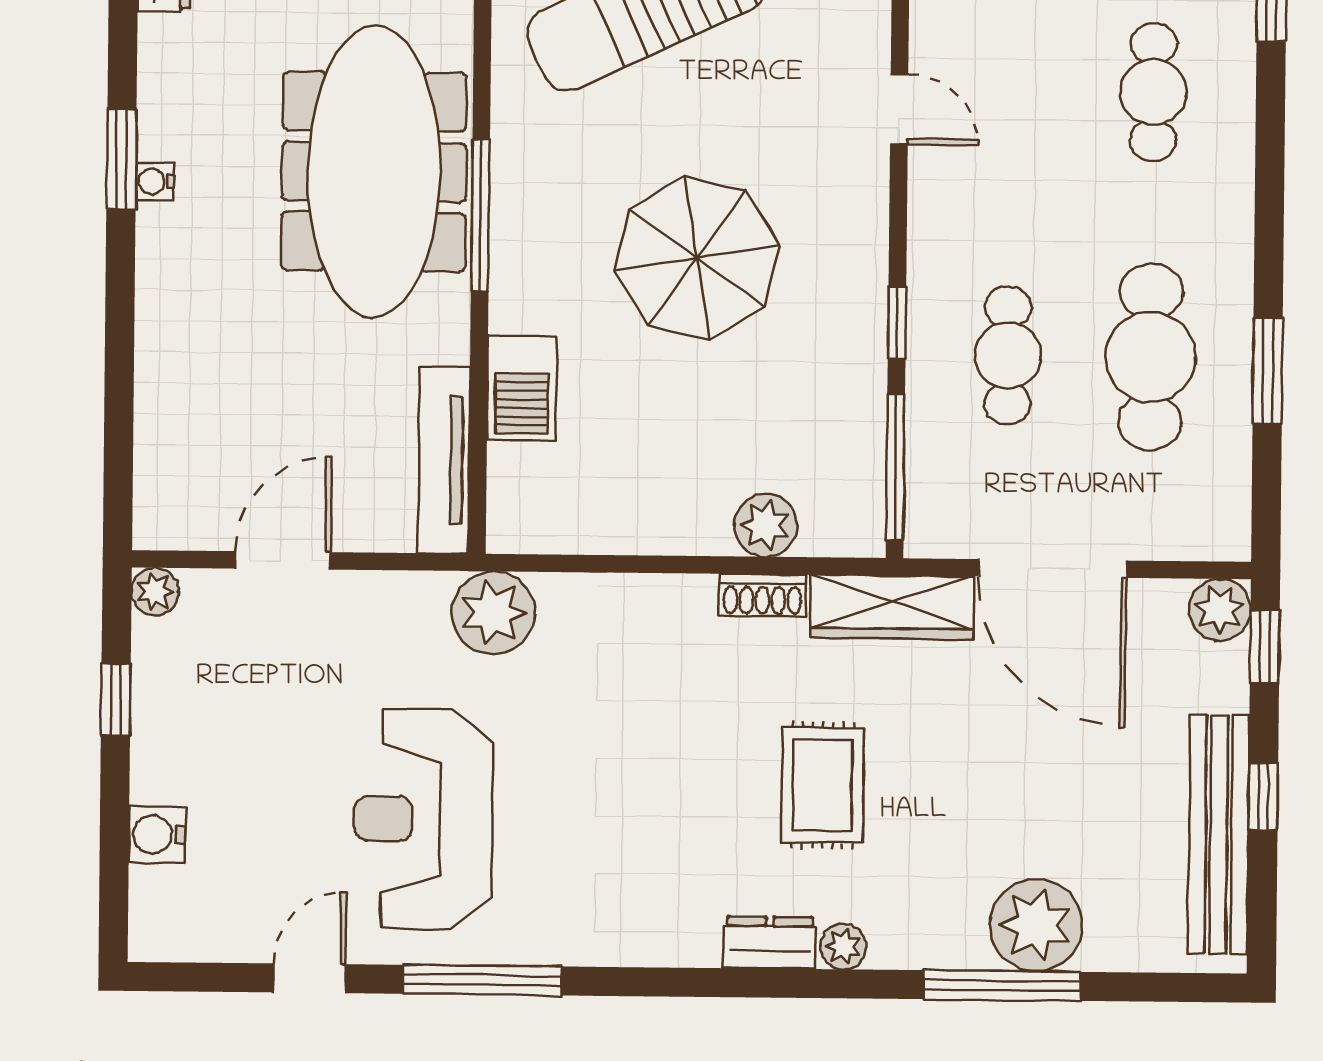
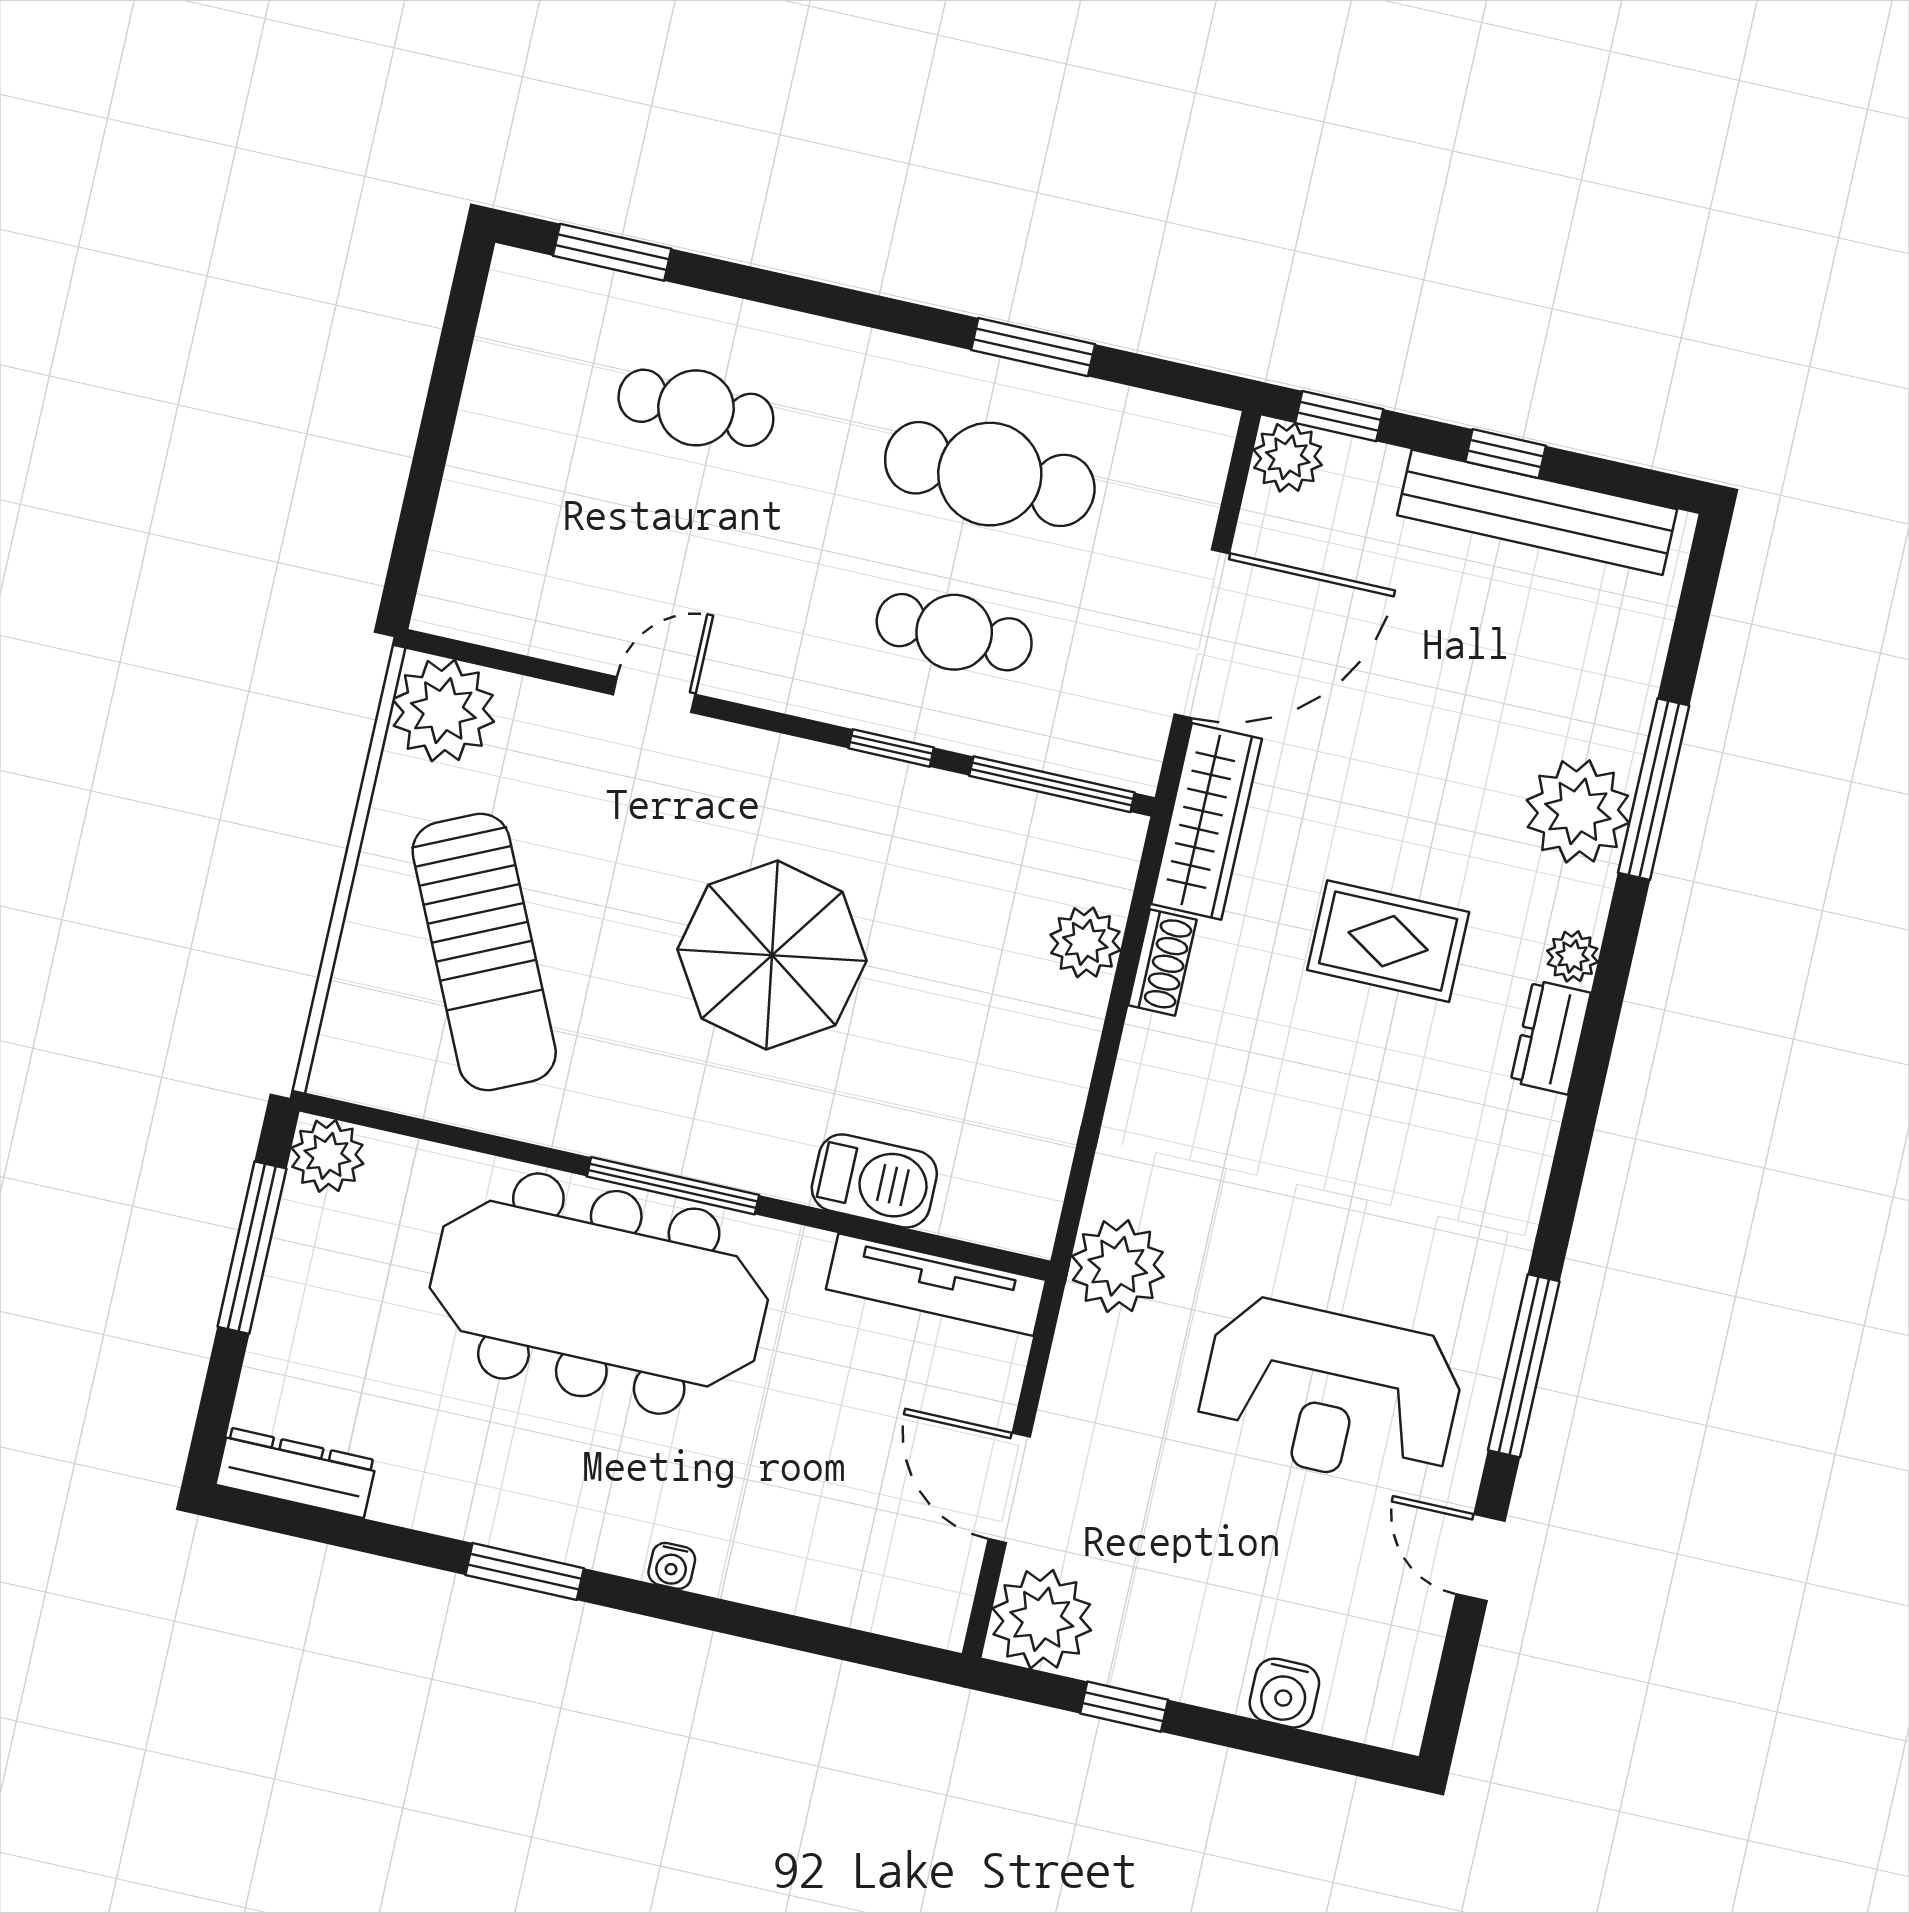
water cooler: (155, 182) -> (672, 1566), moved
plant: (155, 592) -> (1042, 1619), width x1.87, depth x1.87
plant: (1036, 925) -> (1578, 811), moved

